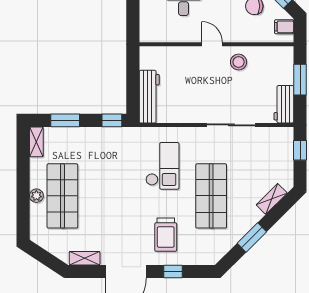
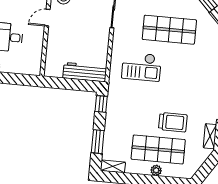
checkout: (162, 166) -> (141, 67), turned 180
trolley: (166, 235) -> (173, 122), moved

